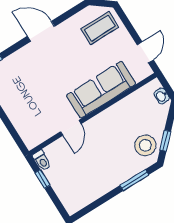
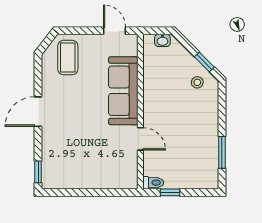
stool: (145, 145) -> (197, 82), width x0.53, depth x0.53
window: (134, 180) -> (222, 152), moved

